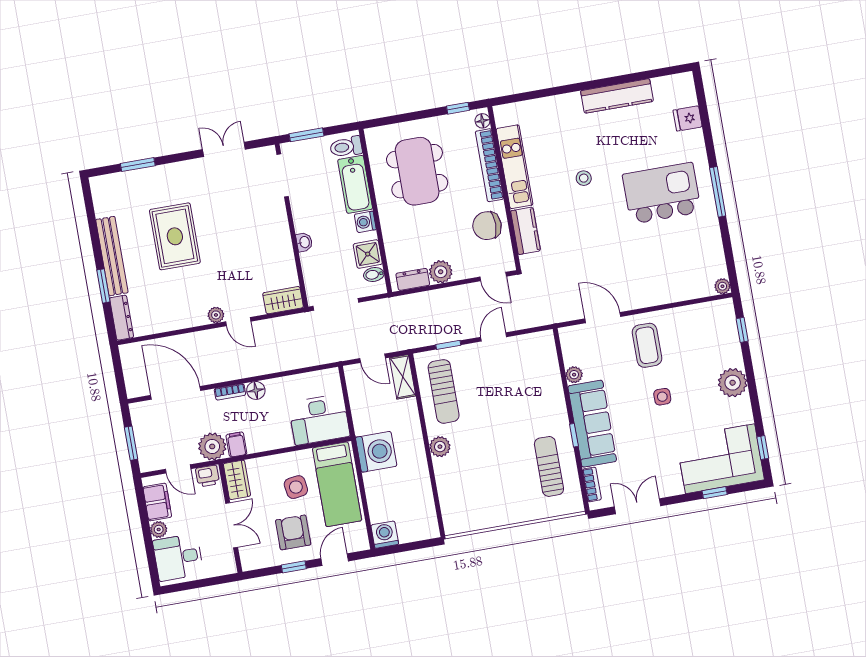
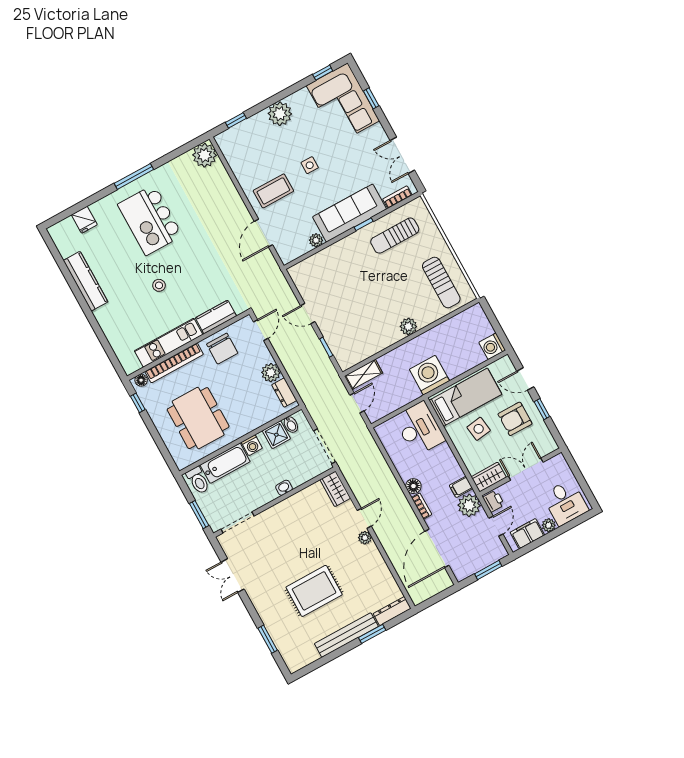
dining table: (417, 171) -> (198, 418), turned 90
plant: (722, 286) -> (205, 155), width x1.88, depth x1.88
sun lounger: (444, 391) -> (441, 282), moved, turned 90

